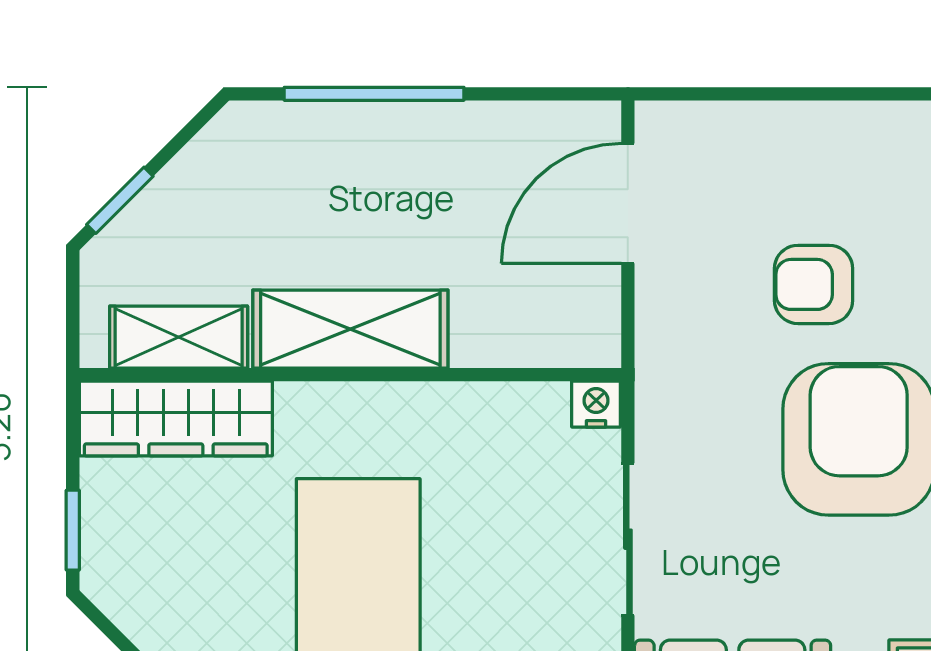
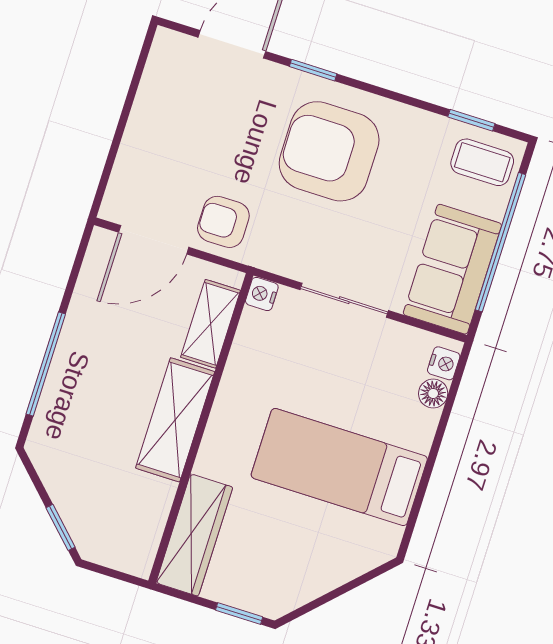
door: (628, 203) -> (154, 240), hinge flipped
armchair: (814, 284) -> (223, 222), moved, turned 90
shelving: (179, 337) -> (210, 324), moved

